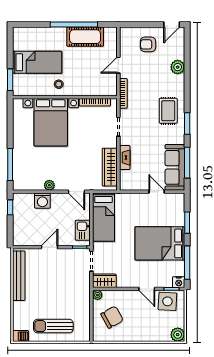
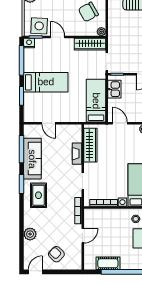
cot: (85, 37) -> (108, 263), width x0.73, depth x0.75
armchair: (148, 44) -> (56, 254), turned -136
sofa: (175, 167) -> (32, 159), moved
bed: (160, 243) -> (46, 82), width x0.67
wardrobe: (104, 281) -> (90, 44), width x1.50

